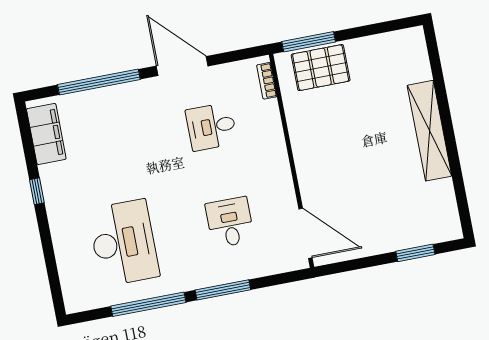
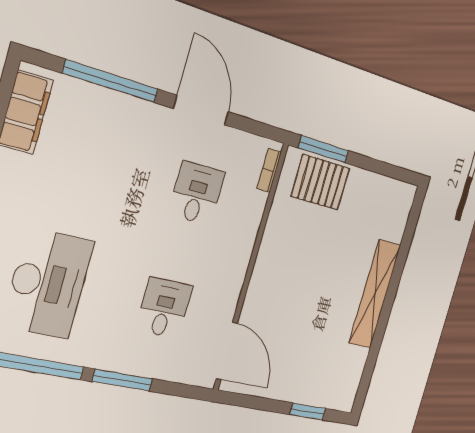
desk: (211, 127) -> (197, 193), turned 90

